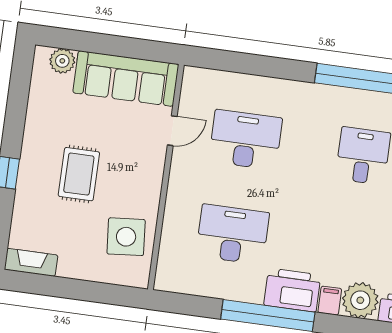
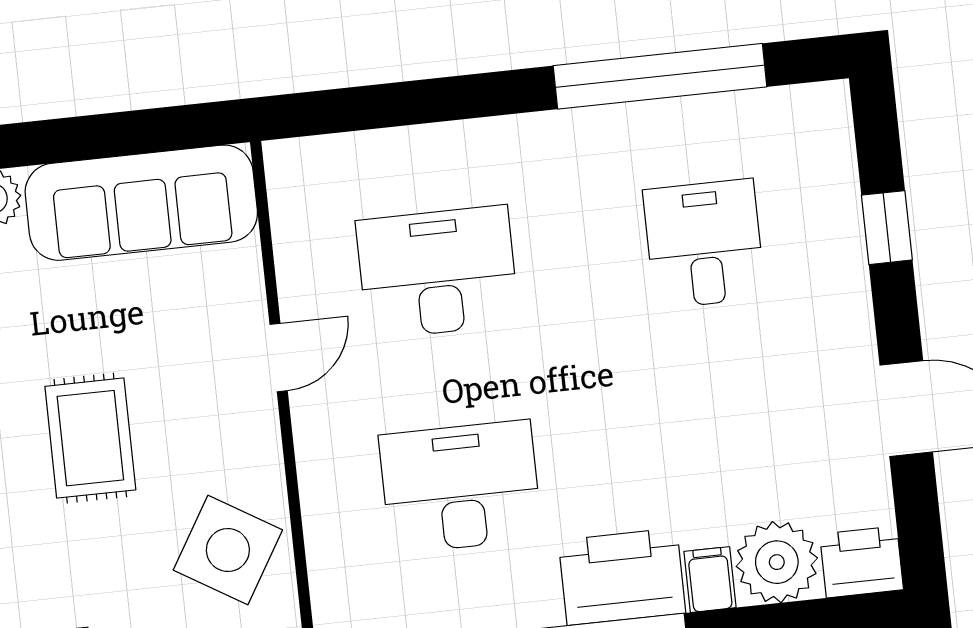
door: (172, 131) -> (279, 358), moved
side table: (126, 237) -> (228, 550), turned 36

